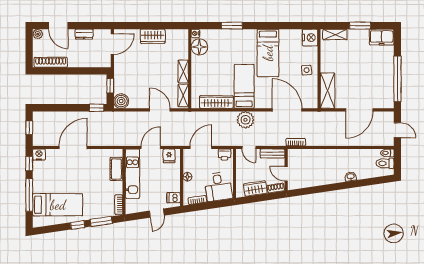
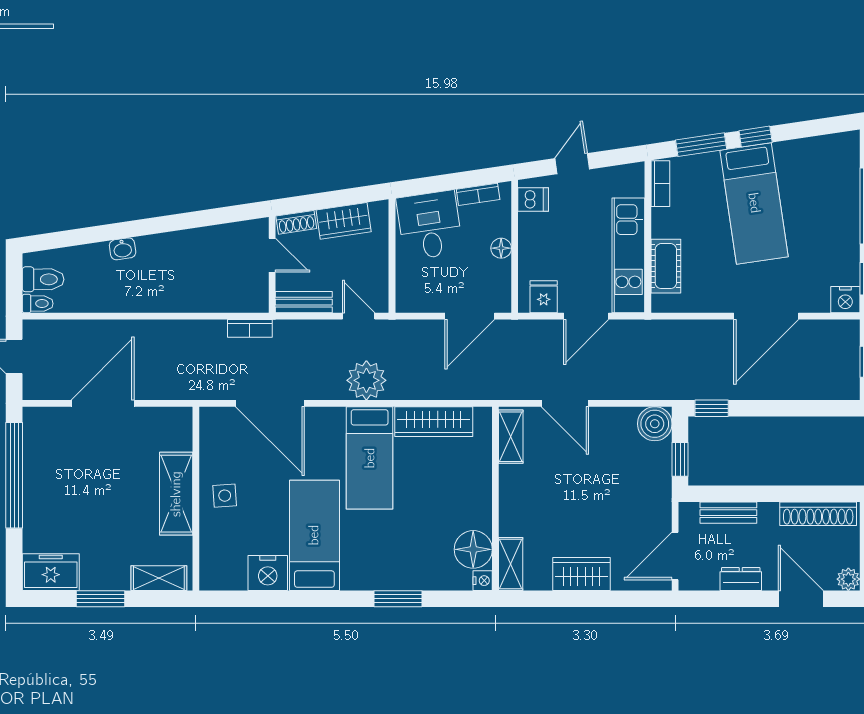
nightstand: (310, 38) -> (268, 573), moved, turned -90
bench: (89, 63) -> (728, 513), added
shelving: (183, 72) -> (511, 564), moved
shelving: (328, 91) -> (176, 494), moved
printer: (225, 154) -> (415, 300), removed
bed: (58, 205) -> (754, 203), moved, turned -98

